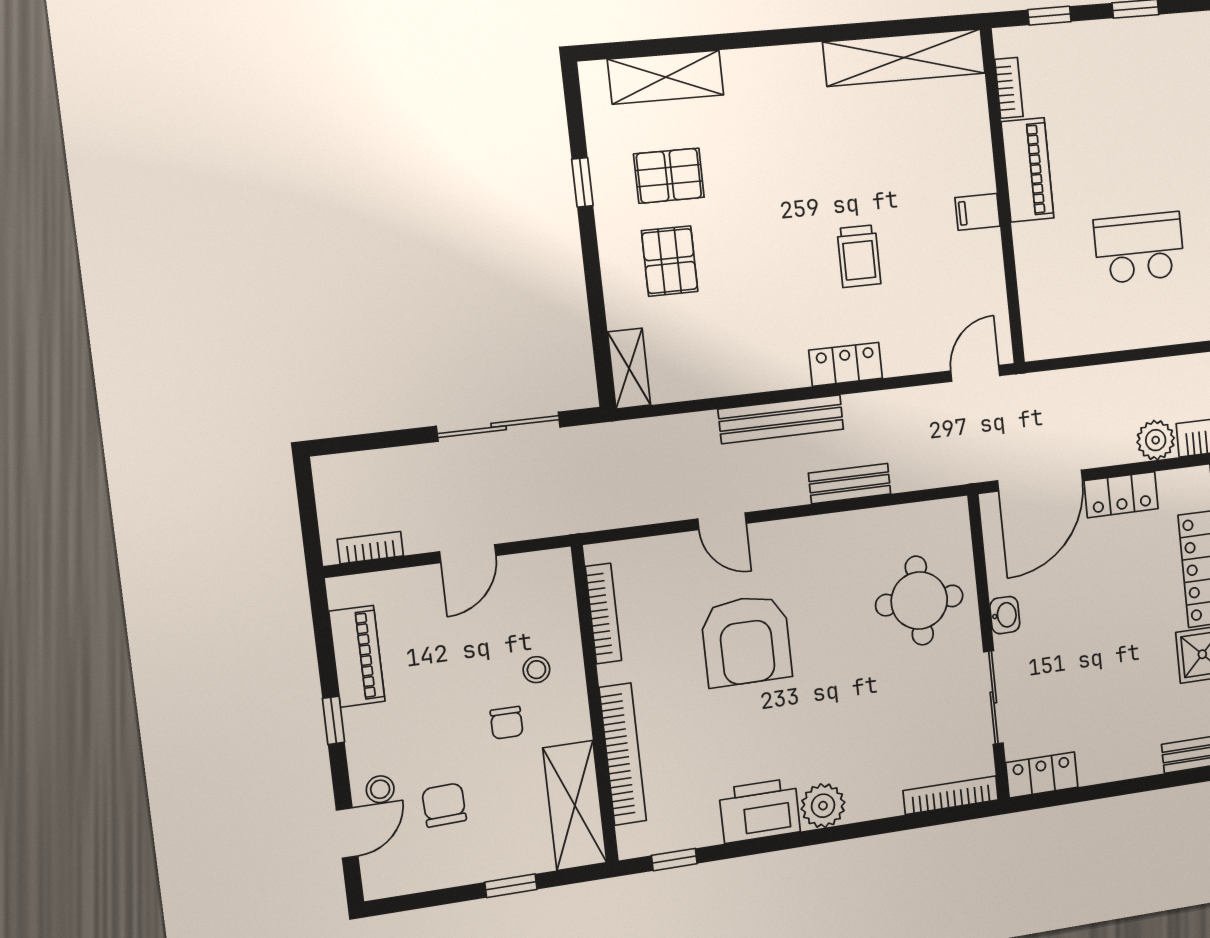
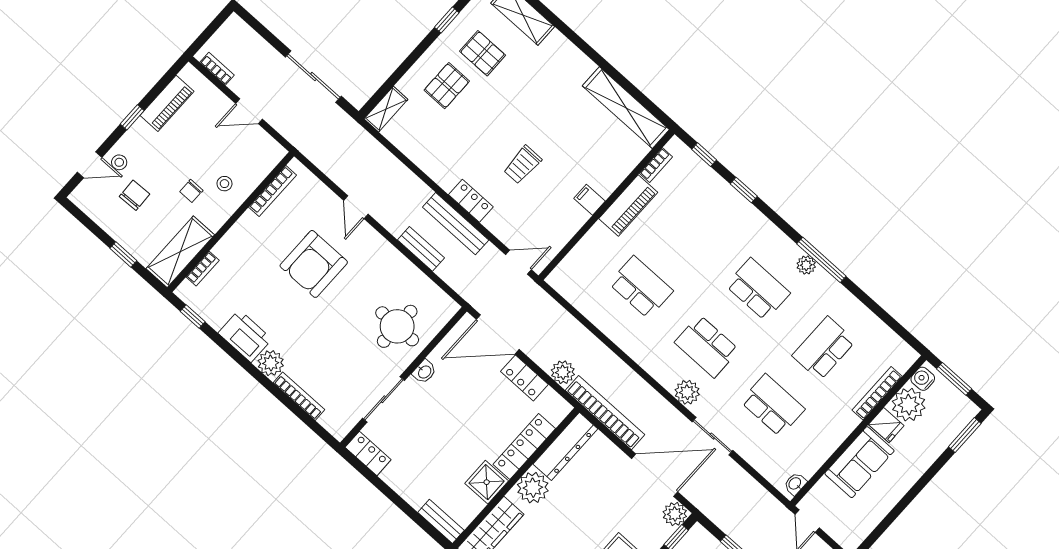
bench: (781, 419) -> (456, 224), moved
bookcase: (623, 754) -> (203, 269), width x0.43, depth x0.76
bookcase: (951, 795) -> (299, 396), moved

